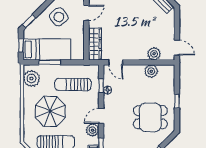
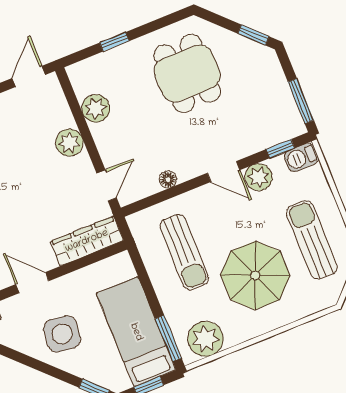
side table: (59, 17) -> (62, 334), turned 45
plant: (154, 54) -> (69, 143), moved
window: (50, 62) -> (168, 338), moved
window: (101, 86) -> (164, 196), removed
window: (177, 101) -> (114, 42), moved

